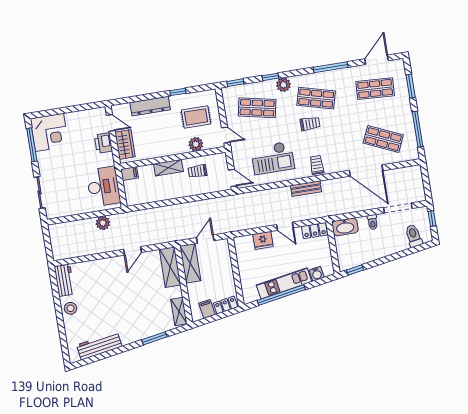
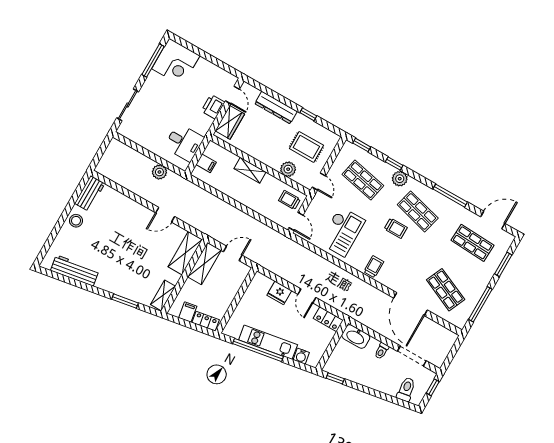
checkout: (273, 158) -> (342, 232), turned -90
trolley: (197, 171) -> (289, 200), moved
filing cabinet: (130, 174) -> (206, 163), moved
desk: (103, 187) -> (184, 142), width x0.73
bench: (306, 189) -> (349, 279), removed

